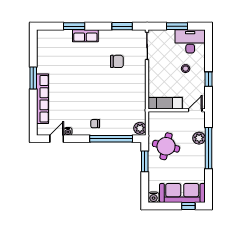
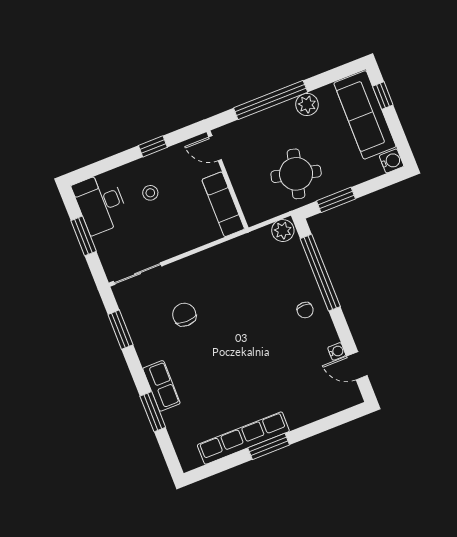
row of seats: (43, 99) -> (243, 438), moved
plant: (199, 138) -> (307, 104), moved

